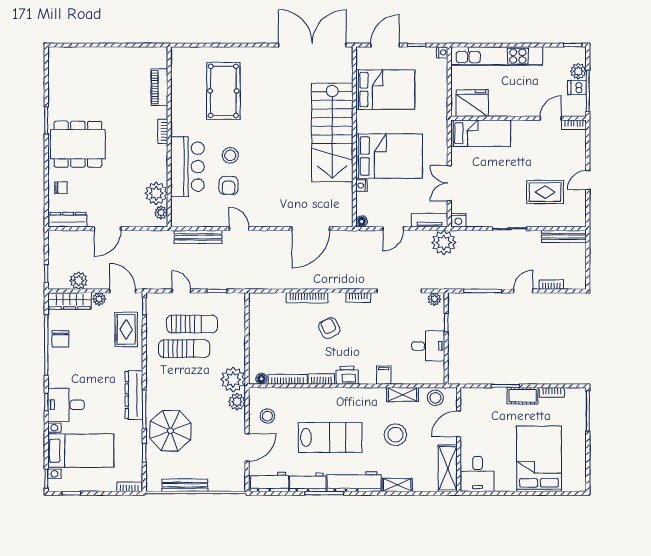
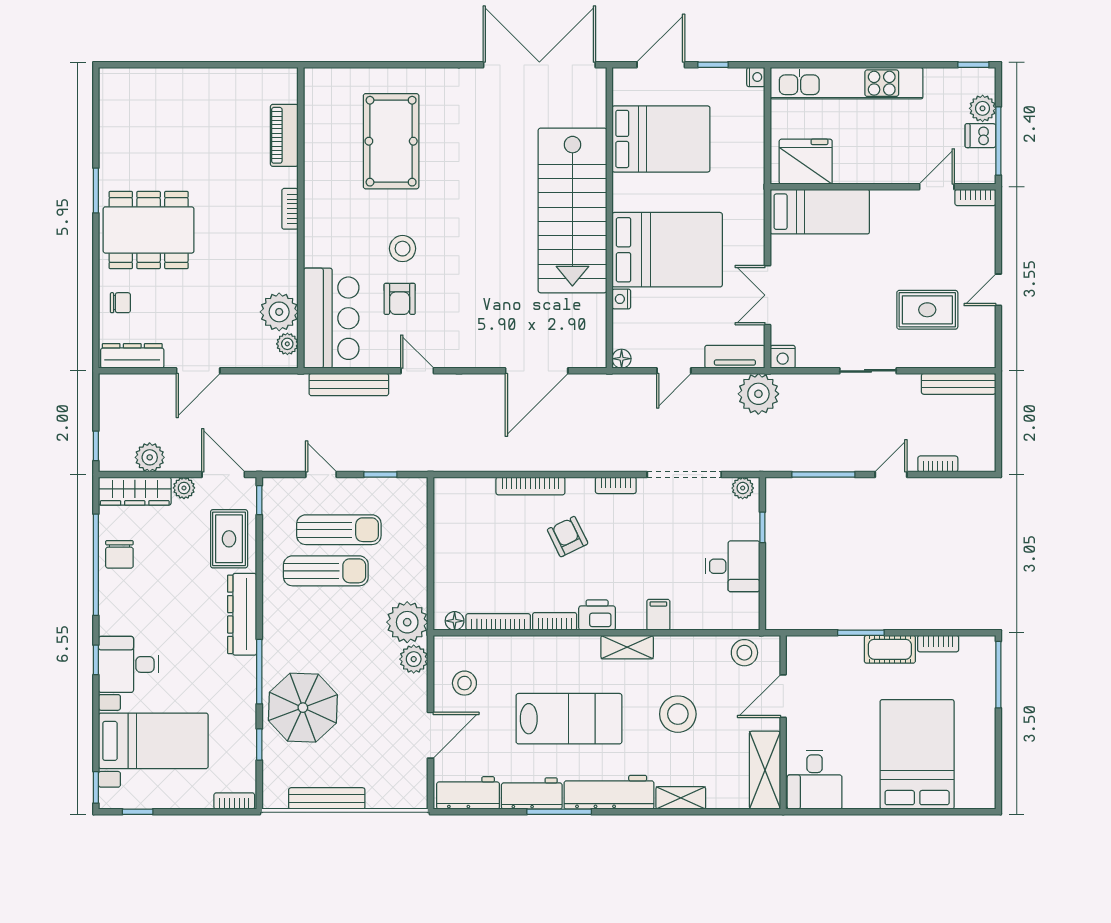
bar counter: (187, 167) -> (331, 318), moved
dresser: (134, 395) -> (242, 614), moved
shelving: (403, 395) -> (627, 647), moved

